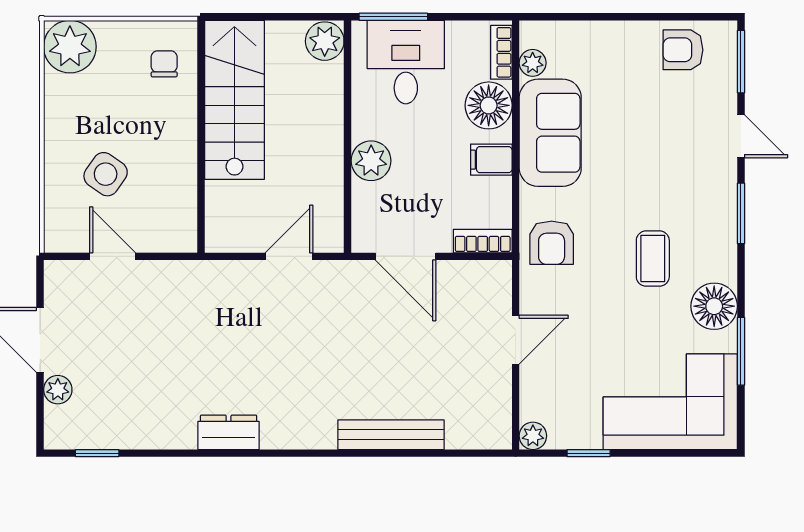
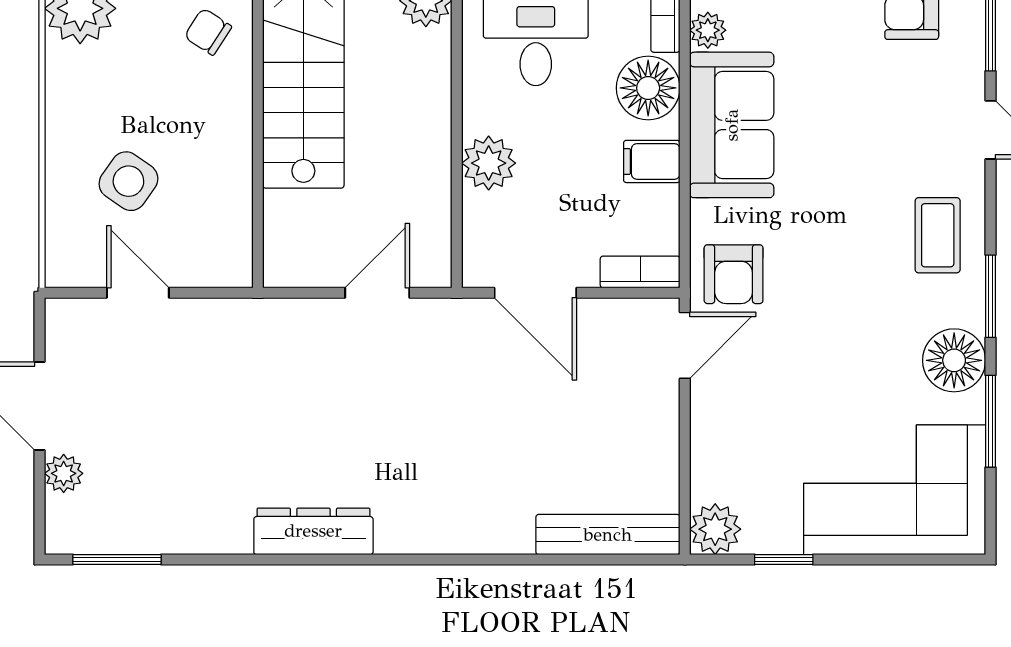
chair: (164, 64) -> (208, 32), turned -57
window: (741, 213) -> (990, 296), moved
coffee table: (653, 259) -> (938, 235), moved
door: (516, 340) -> (685, 345), moved
dresser: (229, 432) -> (313, 531), width x1.44
bench: (391, 435) -> (608, 535), moved
plant: (533, 436) -> (715, 529), width x1.38, depth x1.38
window: (97, 453) -> (117, 560), width x1.50

